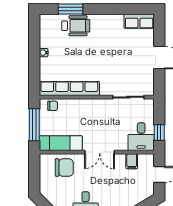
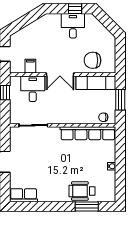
window: (34, 125) -> (120, 100), width x0.69
desk: (141, 137) -> (33, 89), moved
double door: (100, 152) -> (60, 74), swing flipped

